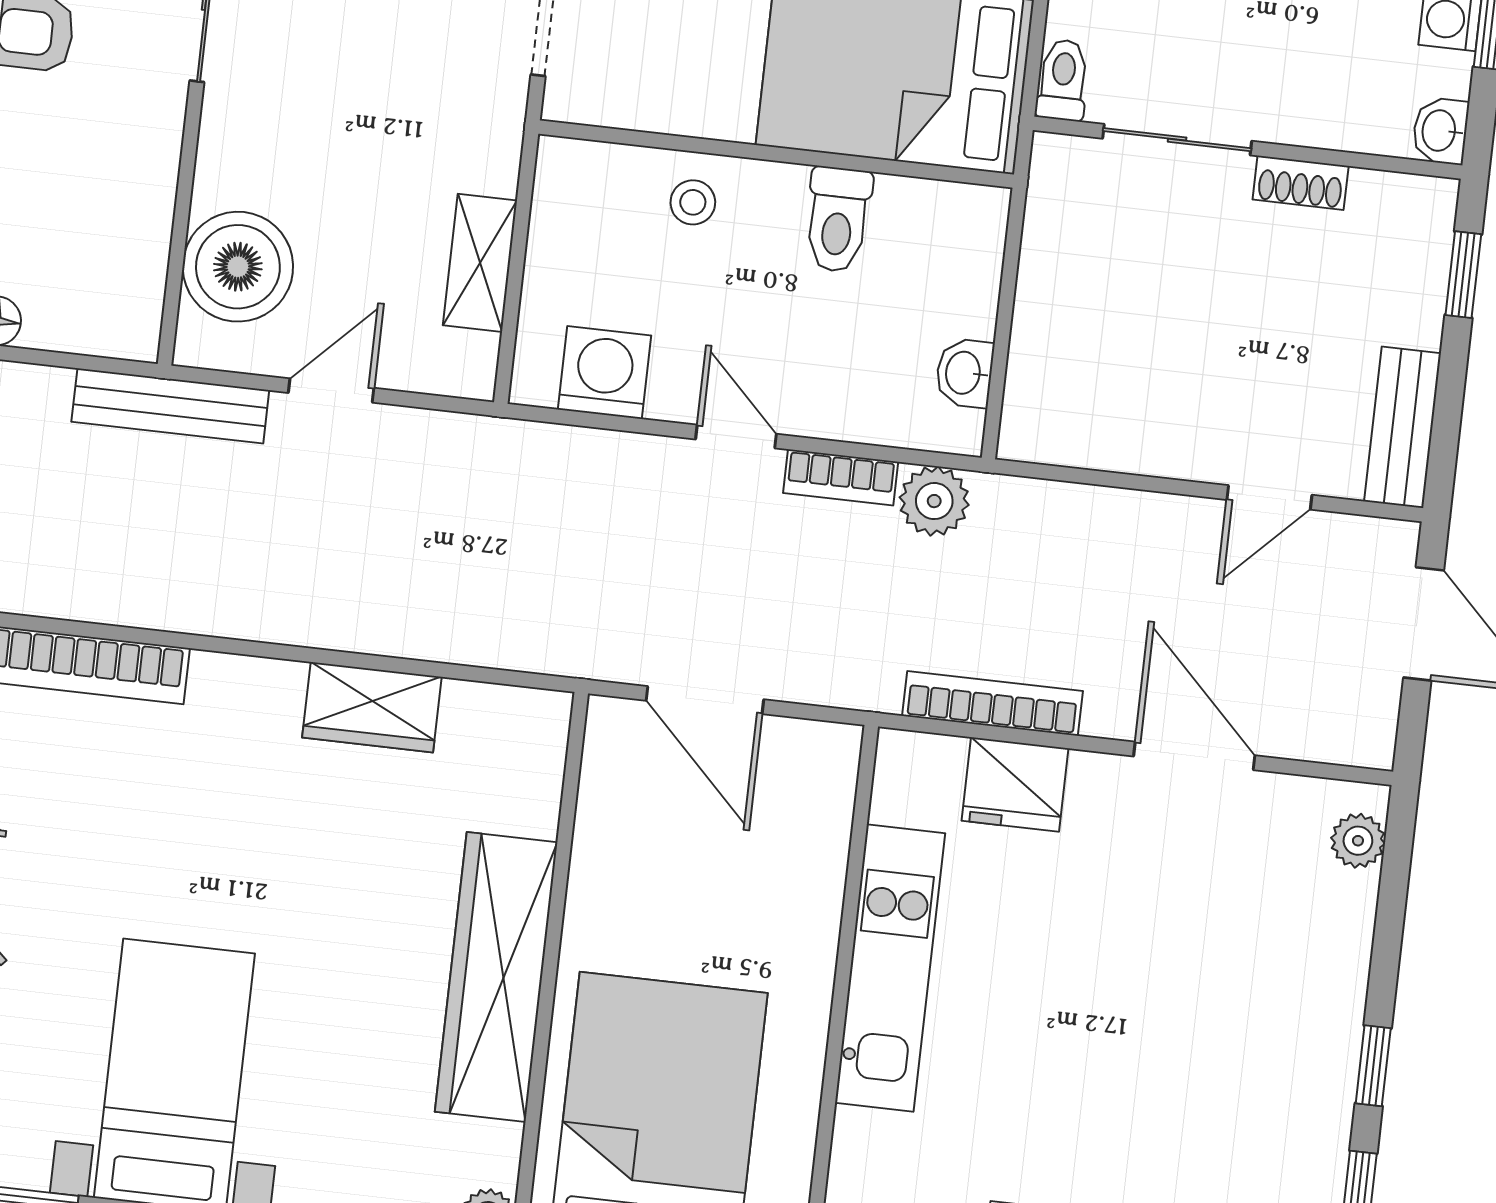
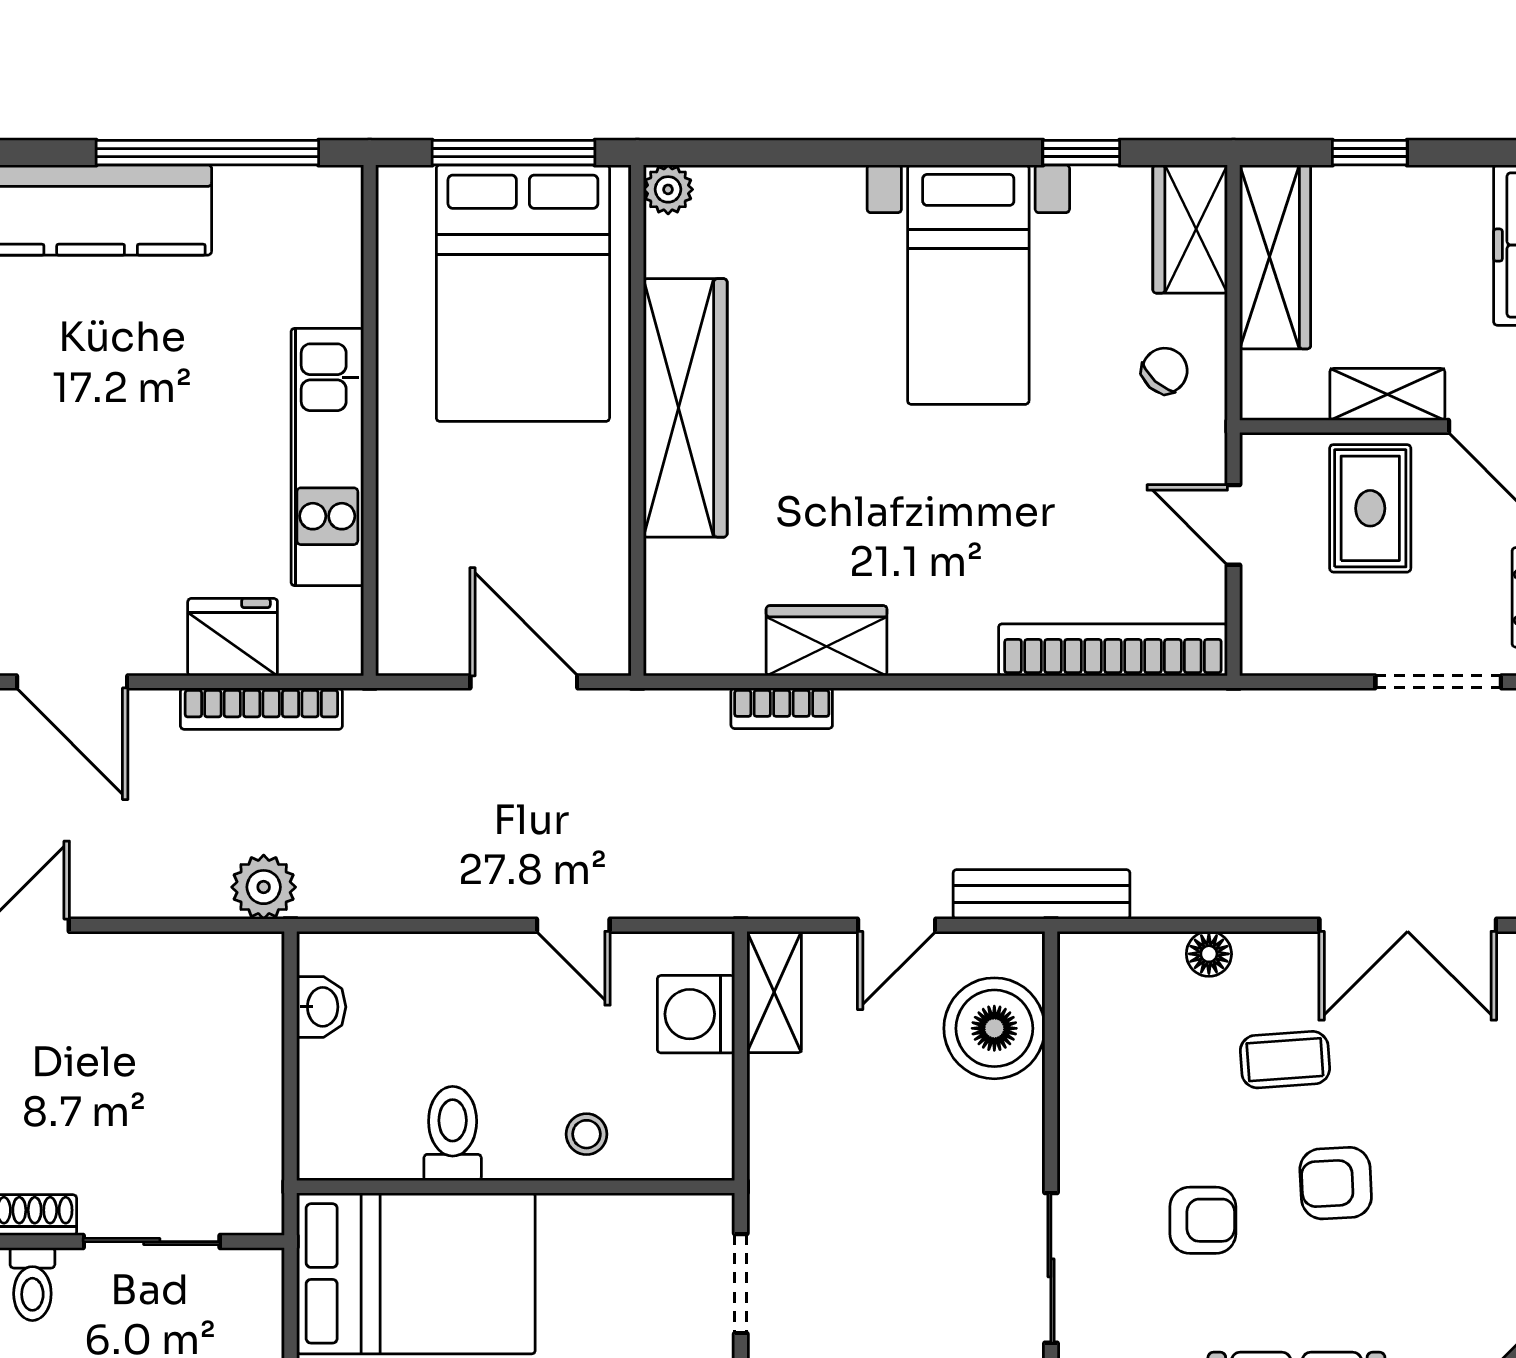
toilet: (1063, 80) -> (32, 1284), moved
shelving: (480, 263) -> (774, 992), moved
washing machine: (605, 372) -> (696, 1014), moved, turned 90
door: (736, 437) -> (573, 925), moved
bookcase: (841, 477) -> (782, 708), moved, turned 180
plant: (934, 501) -> (264, 887), moved

